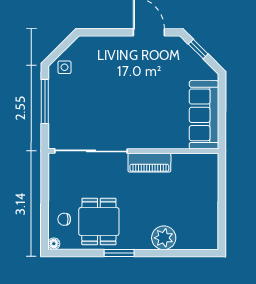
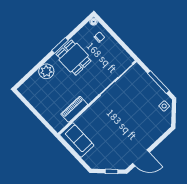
sofa: (204, 115) -> (77, 140), width x0.73
piano: (149, 163) -> (74, 109), moved
dining table: (99, 221) -> (74, 58), moved

